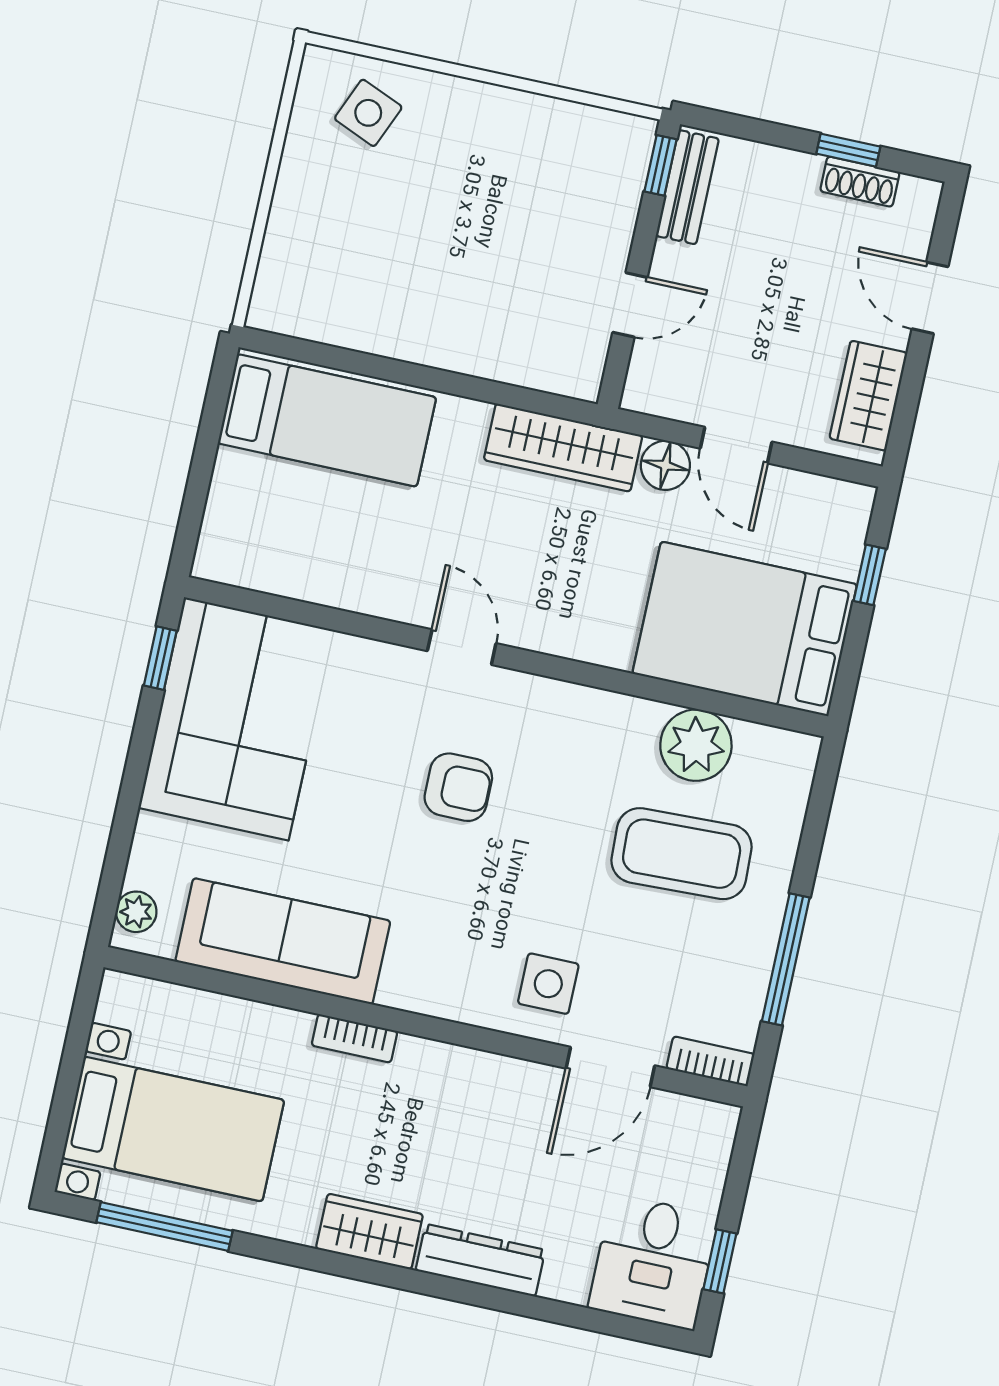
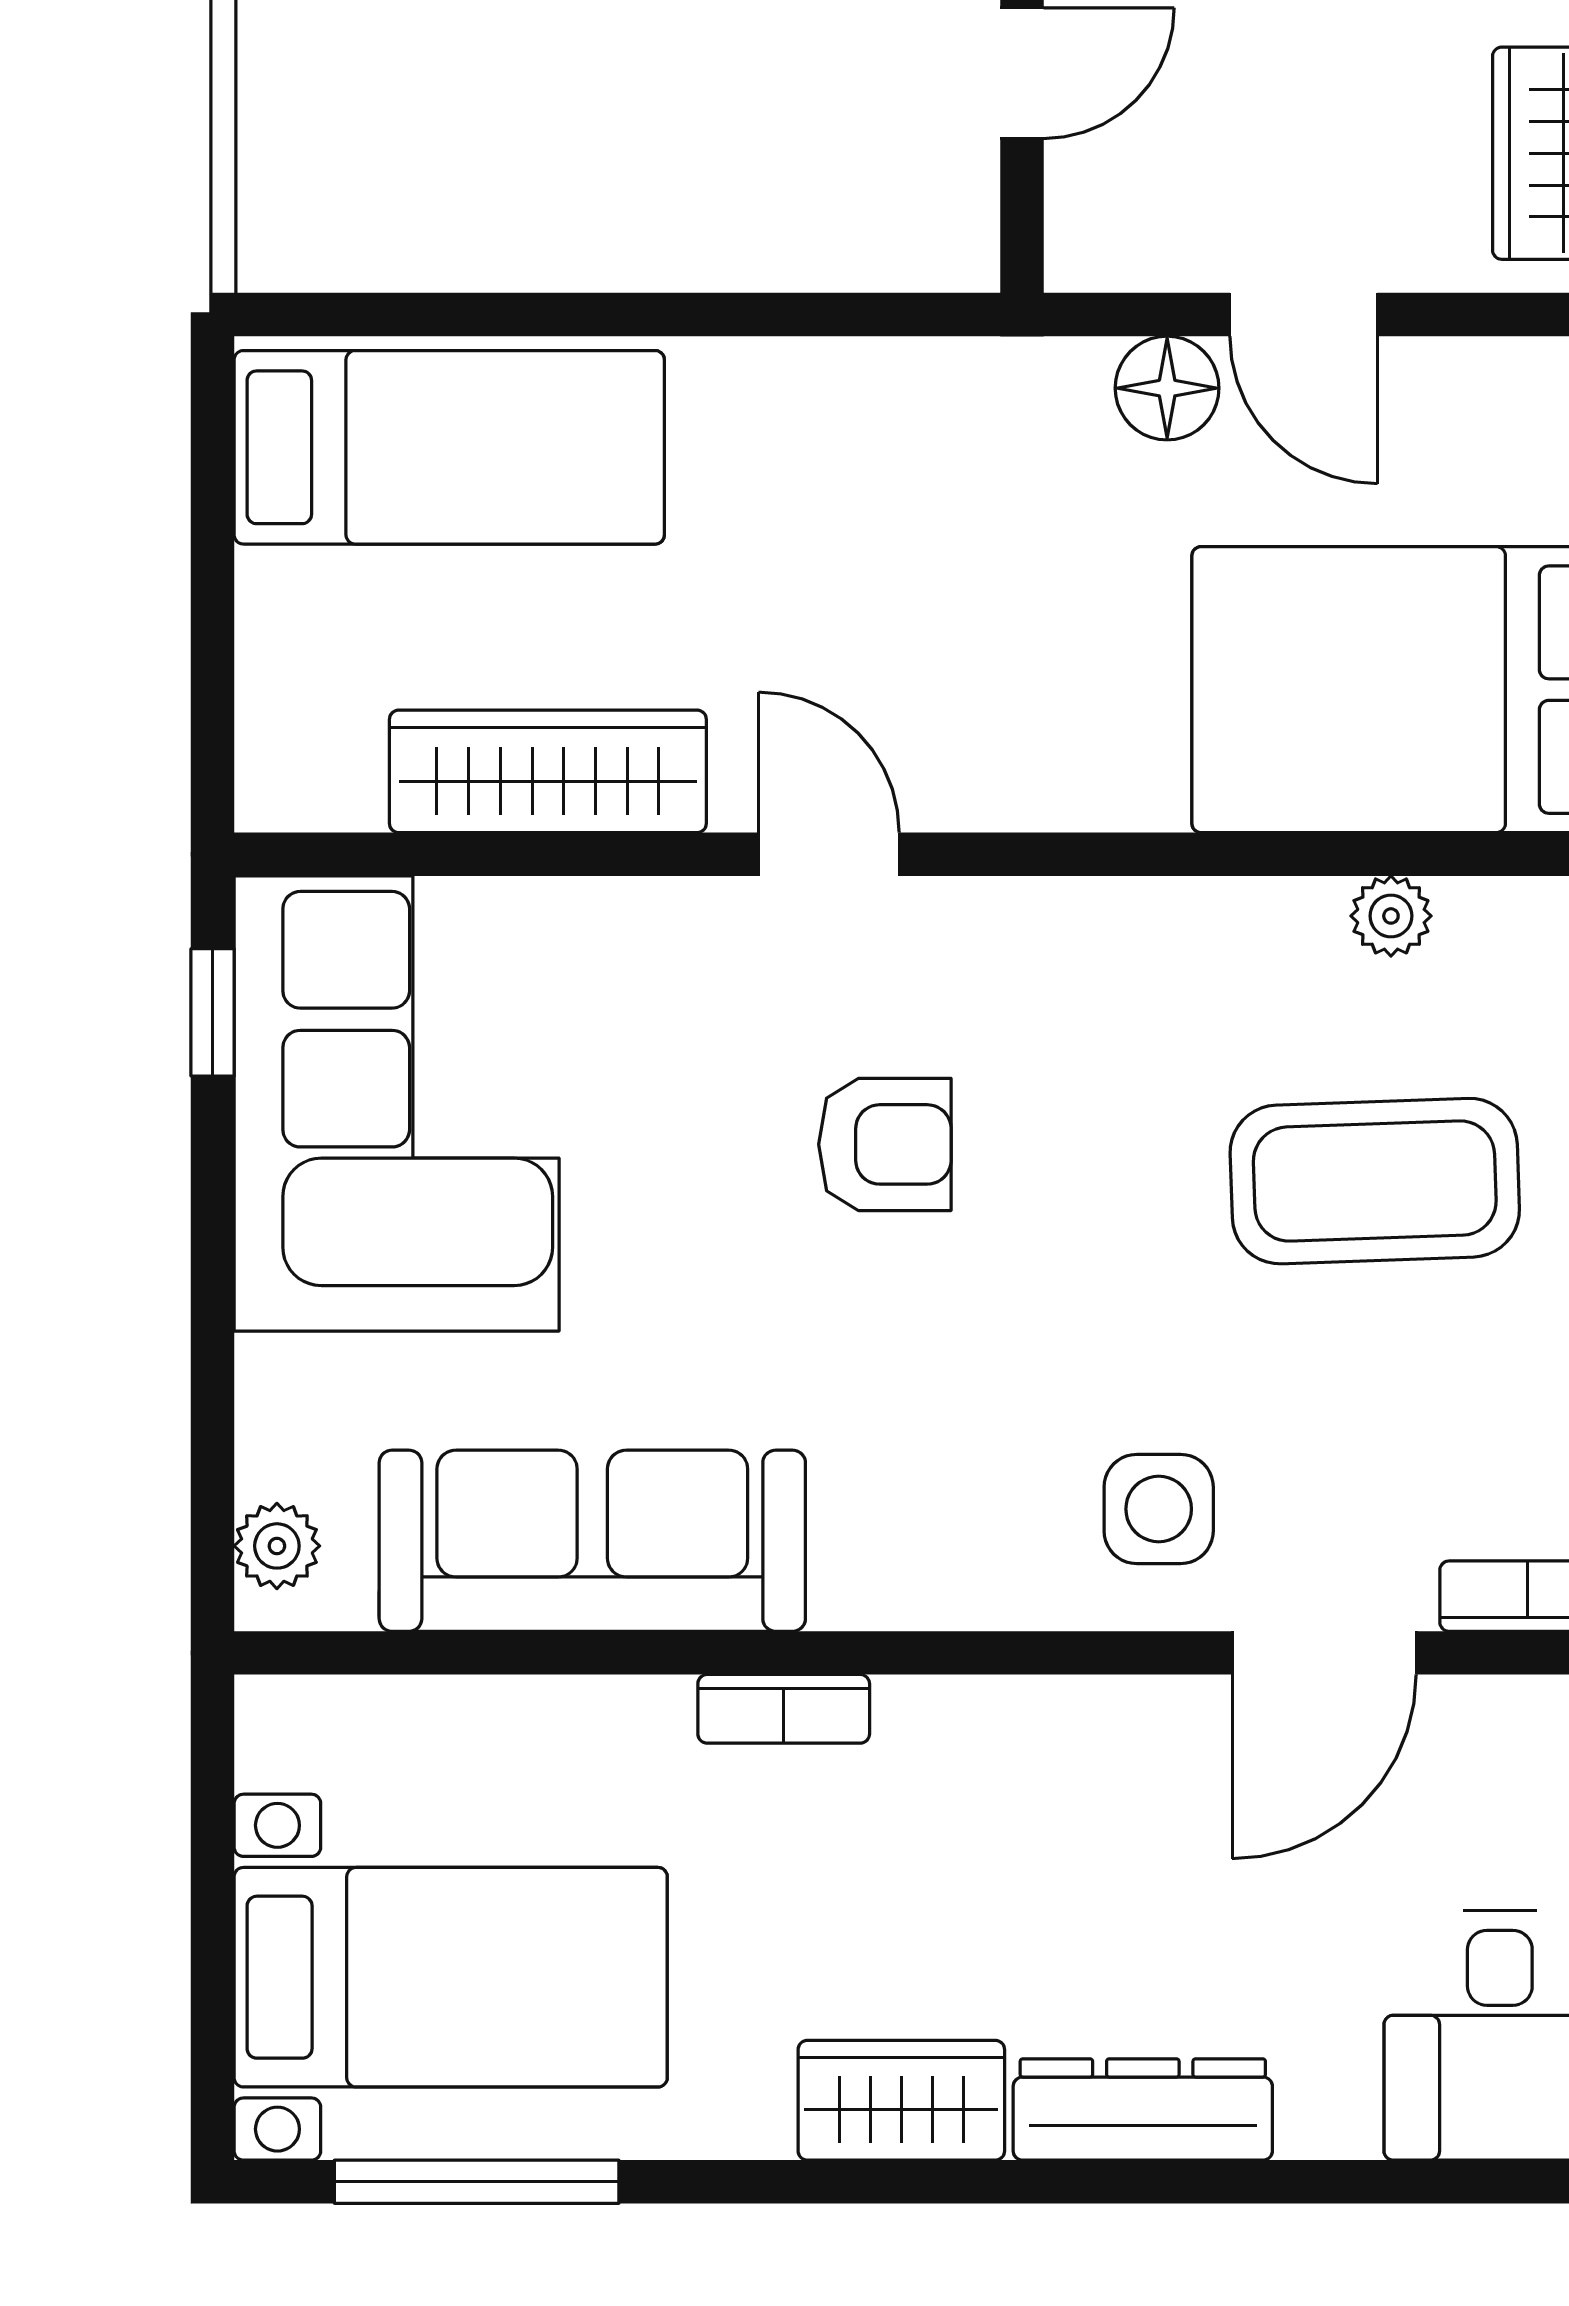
wardrobe: (563, 448) -> (548, 771), moved, turned 180
plant: (696, 745) -> (1391, 916), width x0.53, depth x0.53

